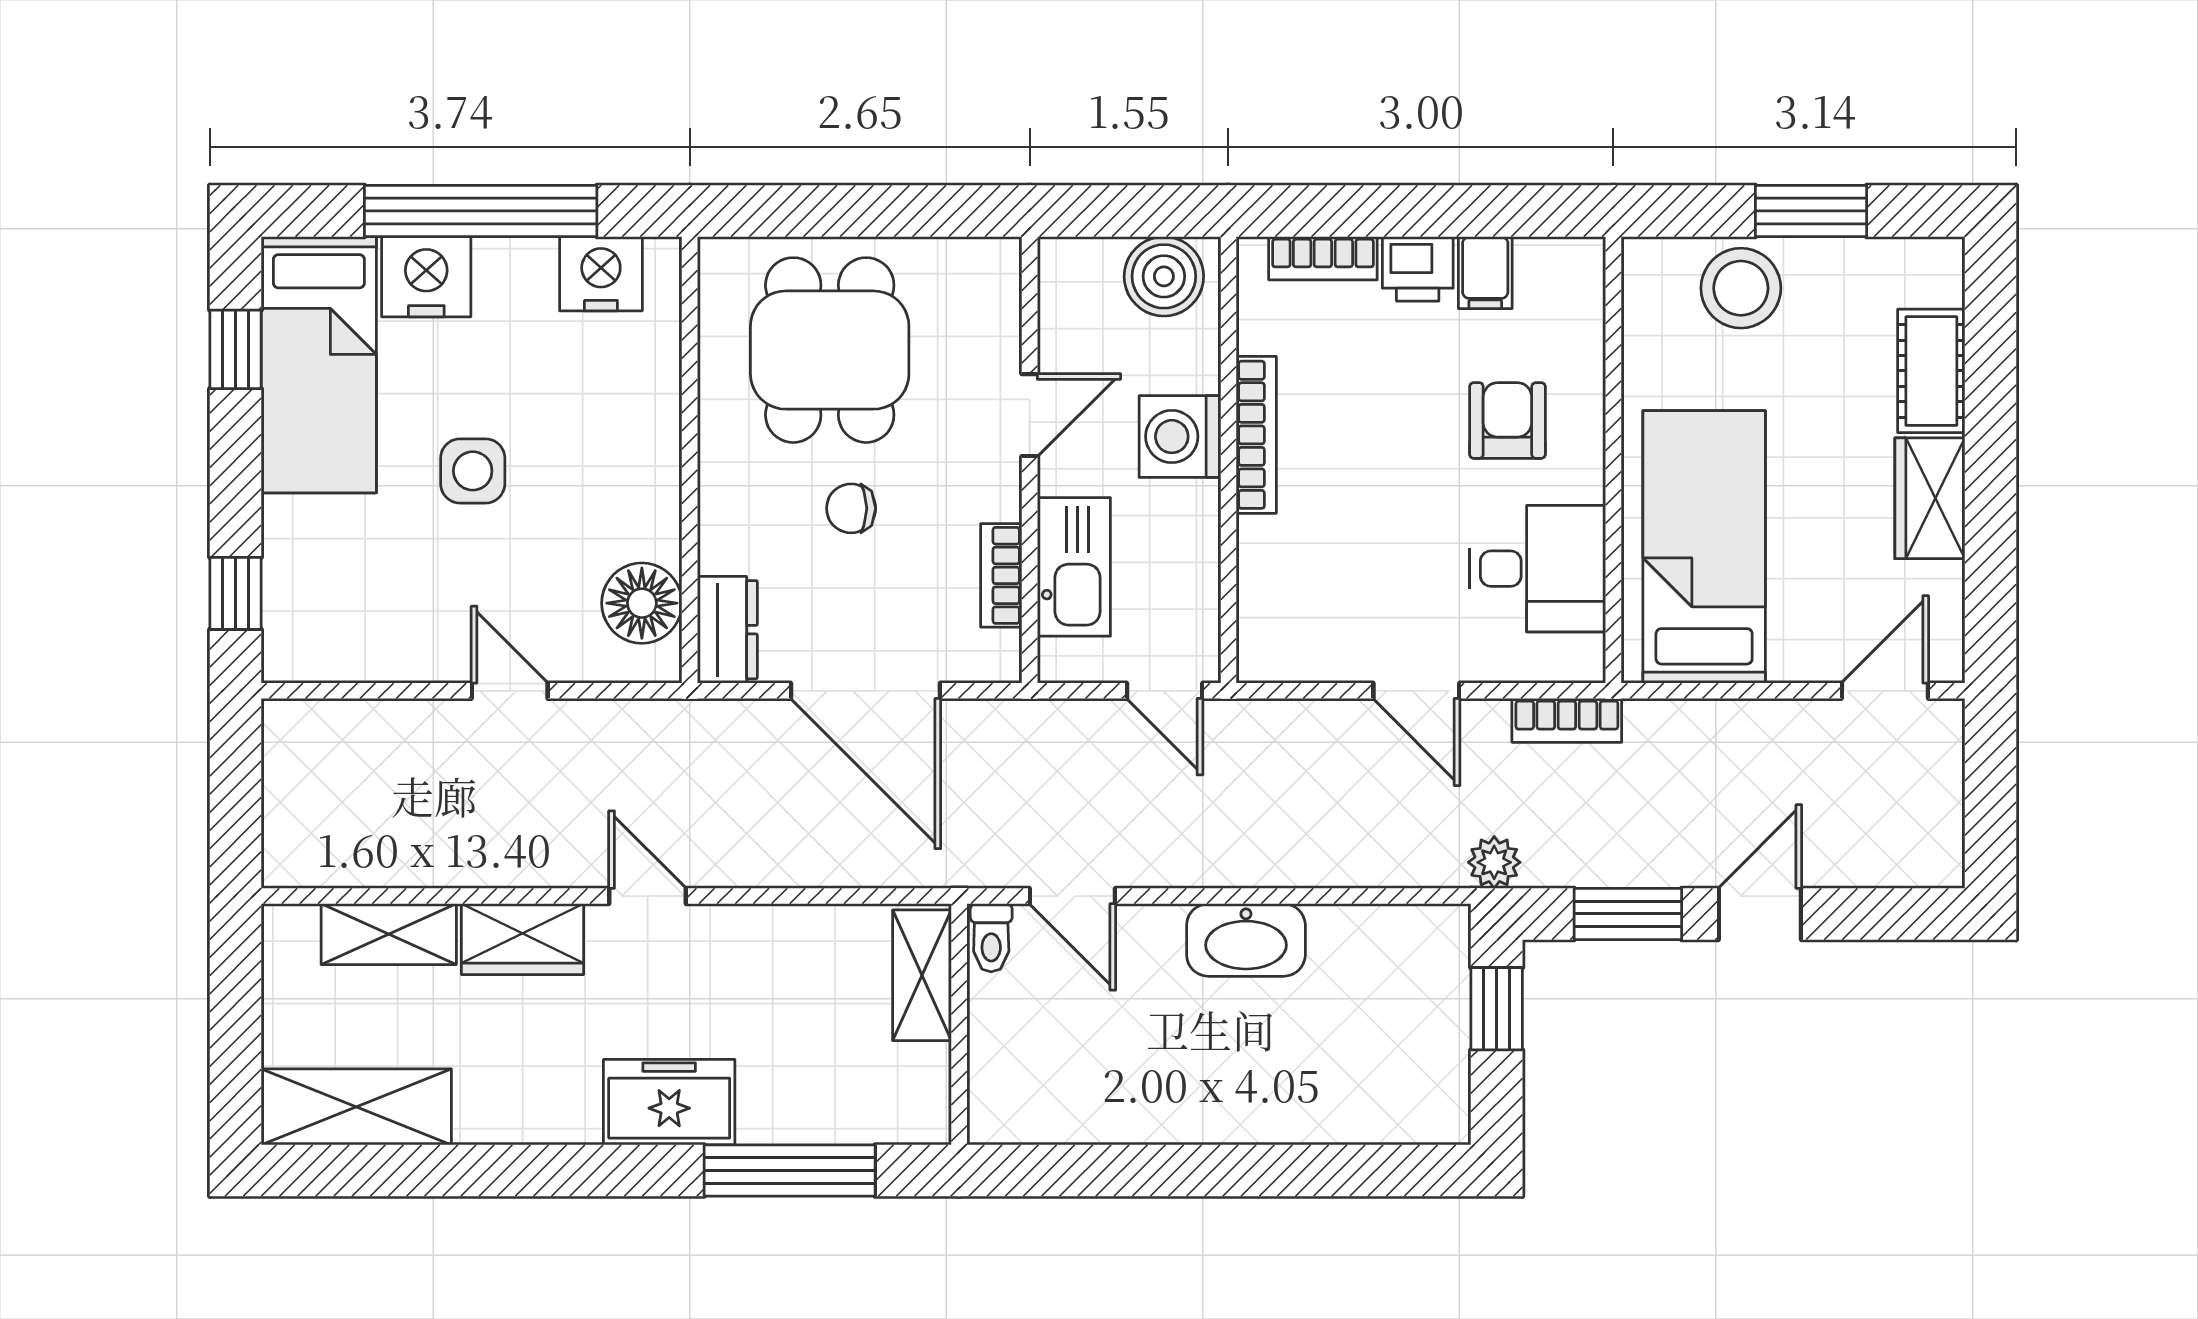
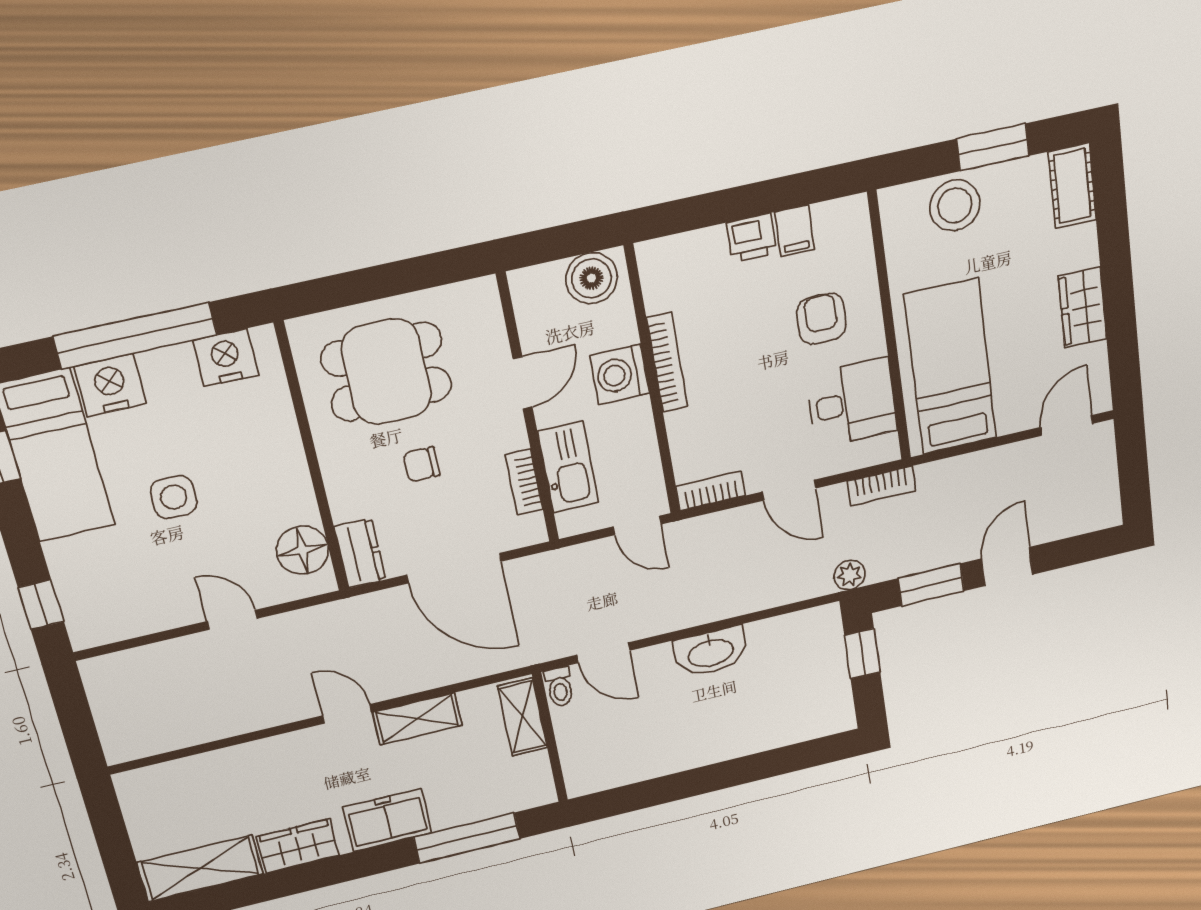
bookcase: (1323, 258) -> (711, 491), moved, turned 180
dining table: (830, 350) -> (386, 372), turned 90
cot: (1931, 371) -> (1072, 186), moved
shelving: (389, 934) -> (417, 719), moved
wardrobe: (523, 939) -> (298, 846), moved, turned 180

